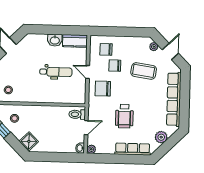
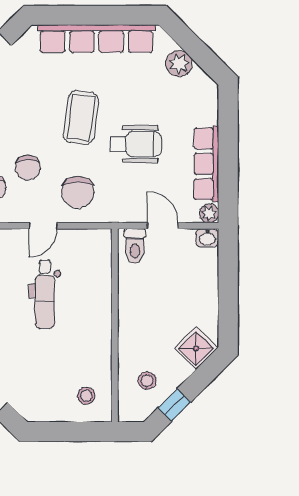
coffee table: (144, 71) -> (81, 118), moved
dental chair: (56, 72) -> (45, 294), turned 180
row of seats: (133, 149) -> (206, 164), moved

